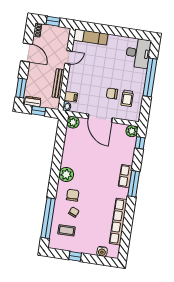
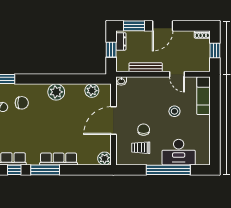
door: (26, 52) -> (163, 26), moved
desk: (138, 53) -> (179, 152), moved
stool: (100, 64) -> (174, 111), added
filing cabinet: (71, 97) -> (133, 84), removed
plant: (73, 122) -> (92, 91), moved
window: (140, 143) -> (14, 170), moved
plant: (66, 175) -> (56, 92), moved
row of seats: (125, 176) -> (59, 159), width x1.48

